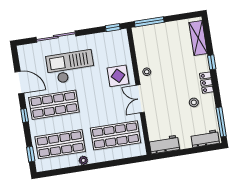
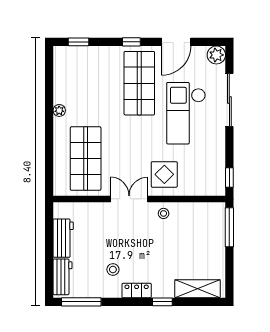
plant: (24, 51) -> (216, 55), added
checkout: (71, 67) -> (186, 113), turned 180
shop shelf: (60, 144) -> (86, 83), removed
workbench: (164, 145) -> (63, 238), moved

